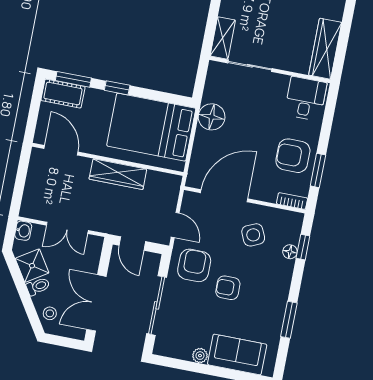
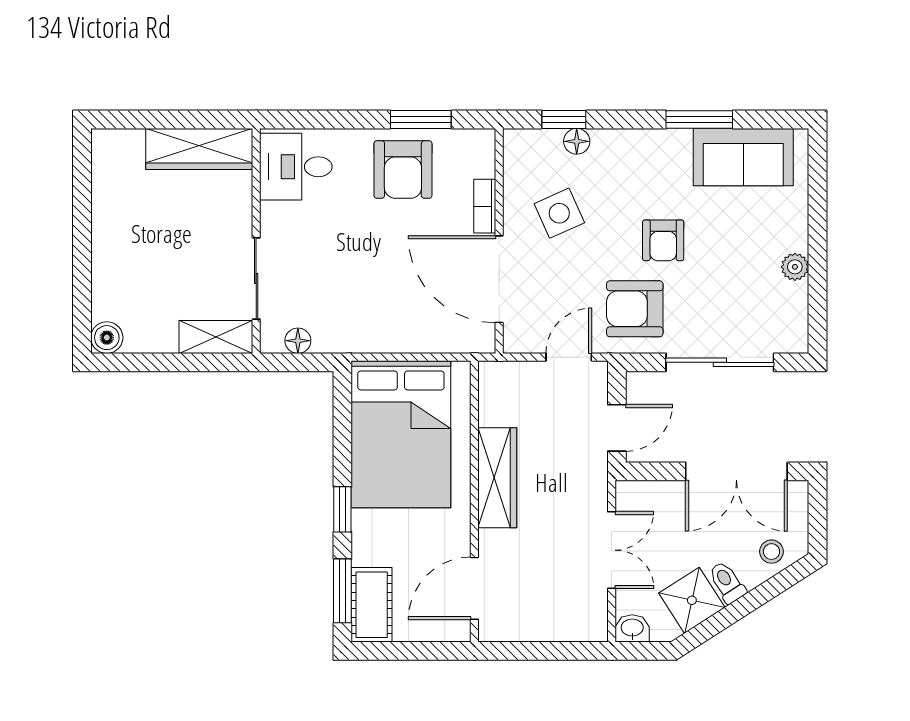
floor lamp: (212, 117) -> (298, 341), moved, width x0.53, depth x0.53
bookcase: (292, 201) -> (485, 206), moved
sofa: (237, 354) -> (743, 157), moved, turned -90

